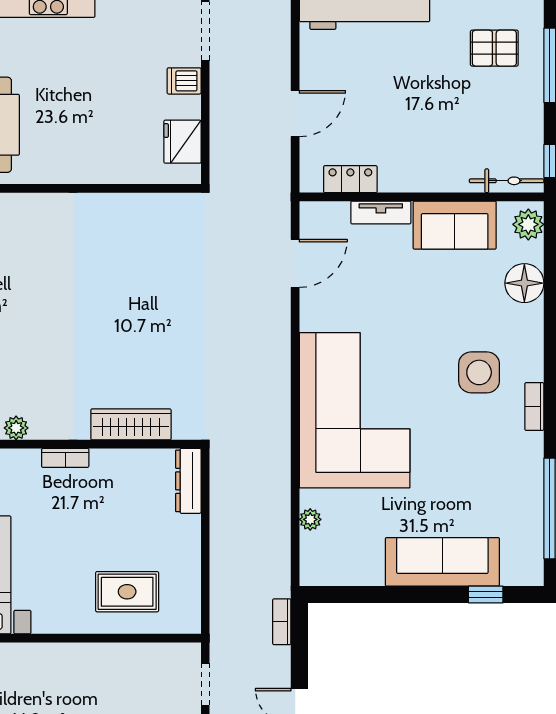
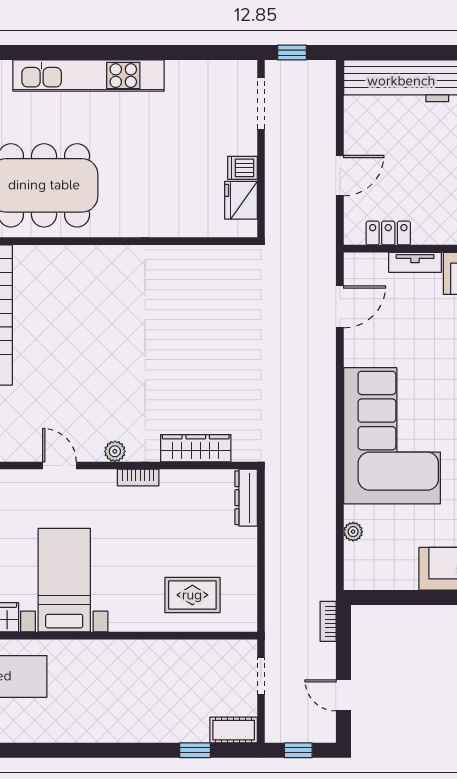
dishwasher: (184, 81) -> (242, 168), moved
plant: (16, 428) -> (115, 451), moved

